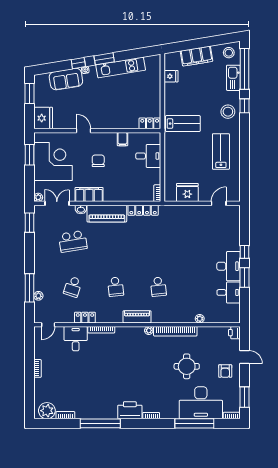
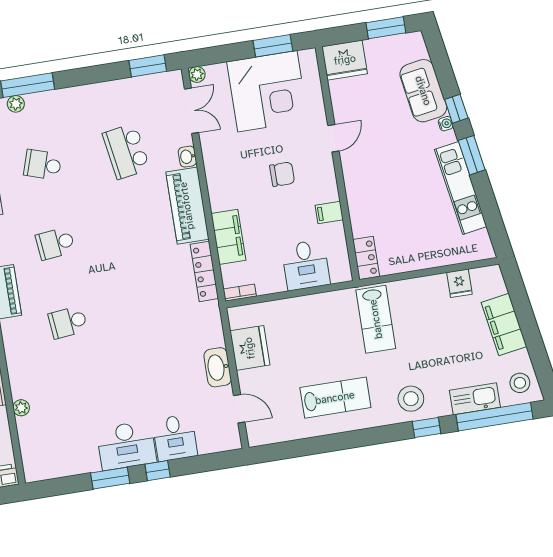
filing cabinet: (89, 195) -> (228, 237), moved
washbasin: (195, 211) -> (218, 367), added
desk: (229, 292) -> (175, 438), moved

